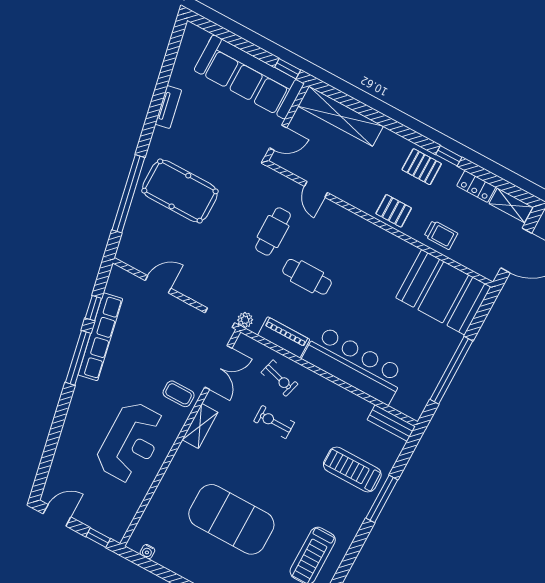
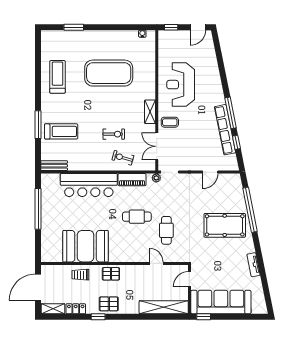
booth: (443, 292) -> (86, 246), moved

